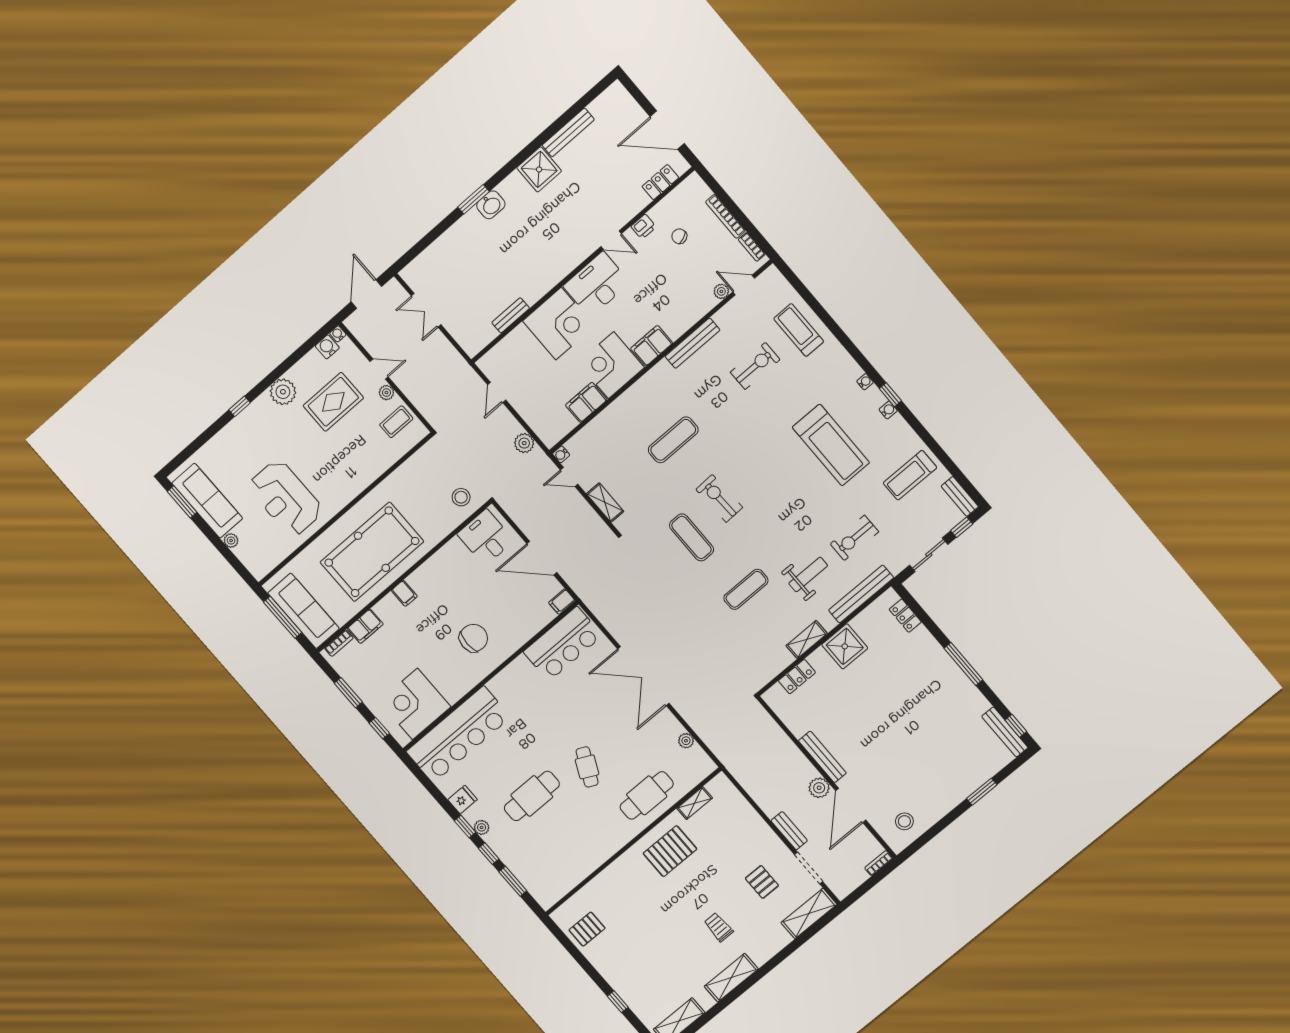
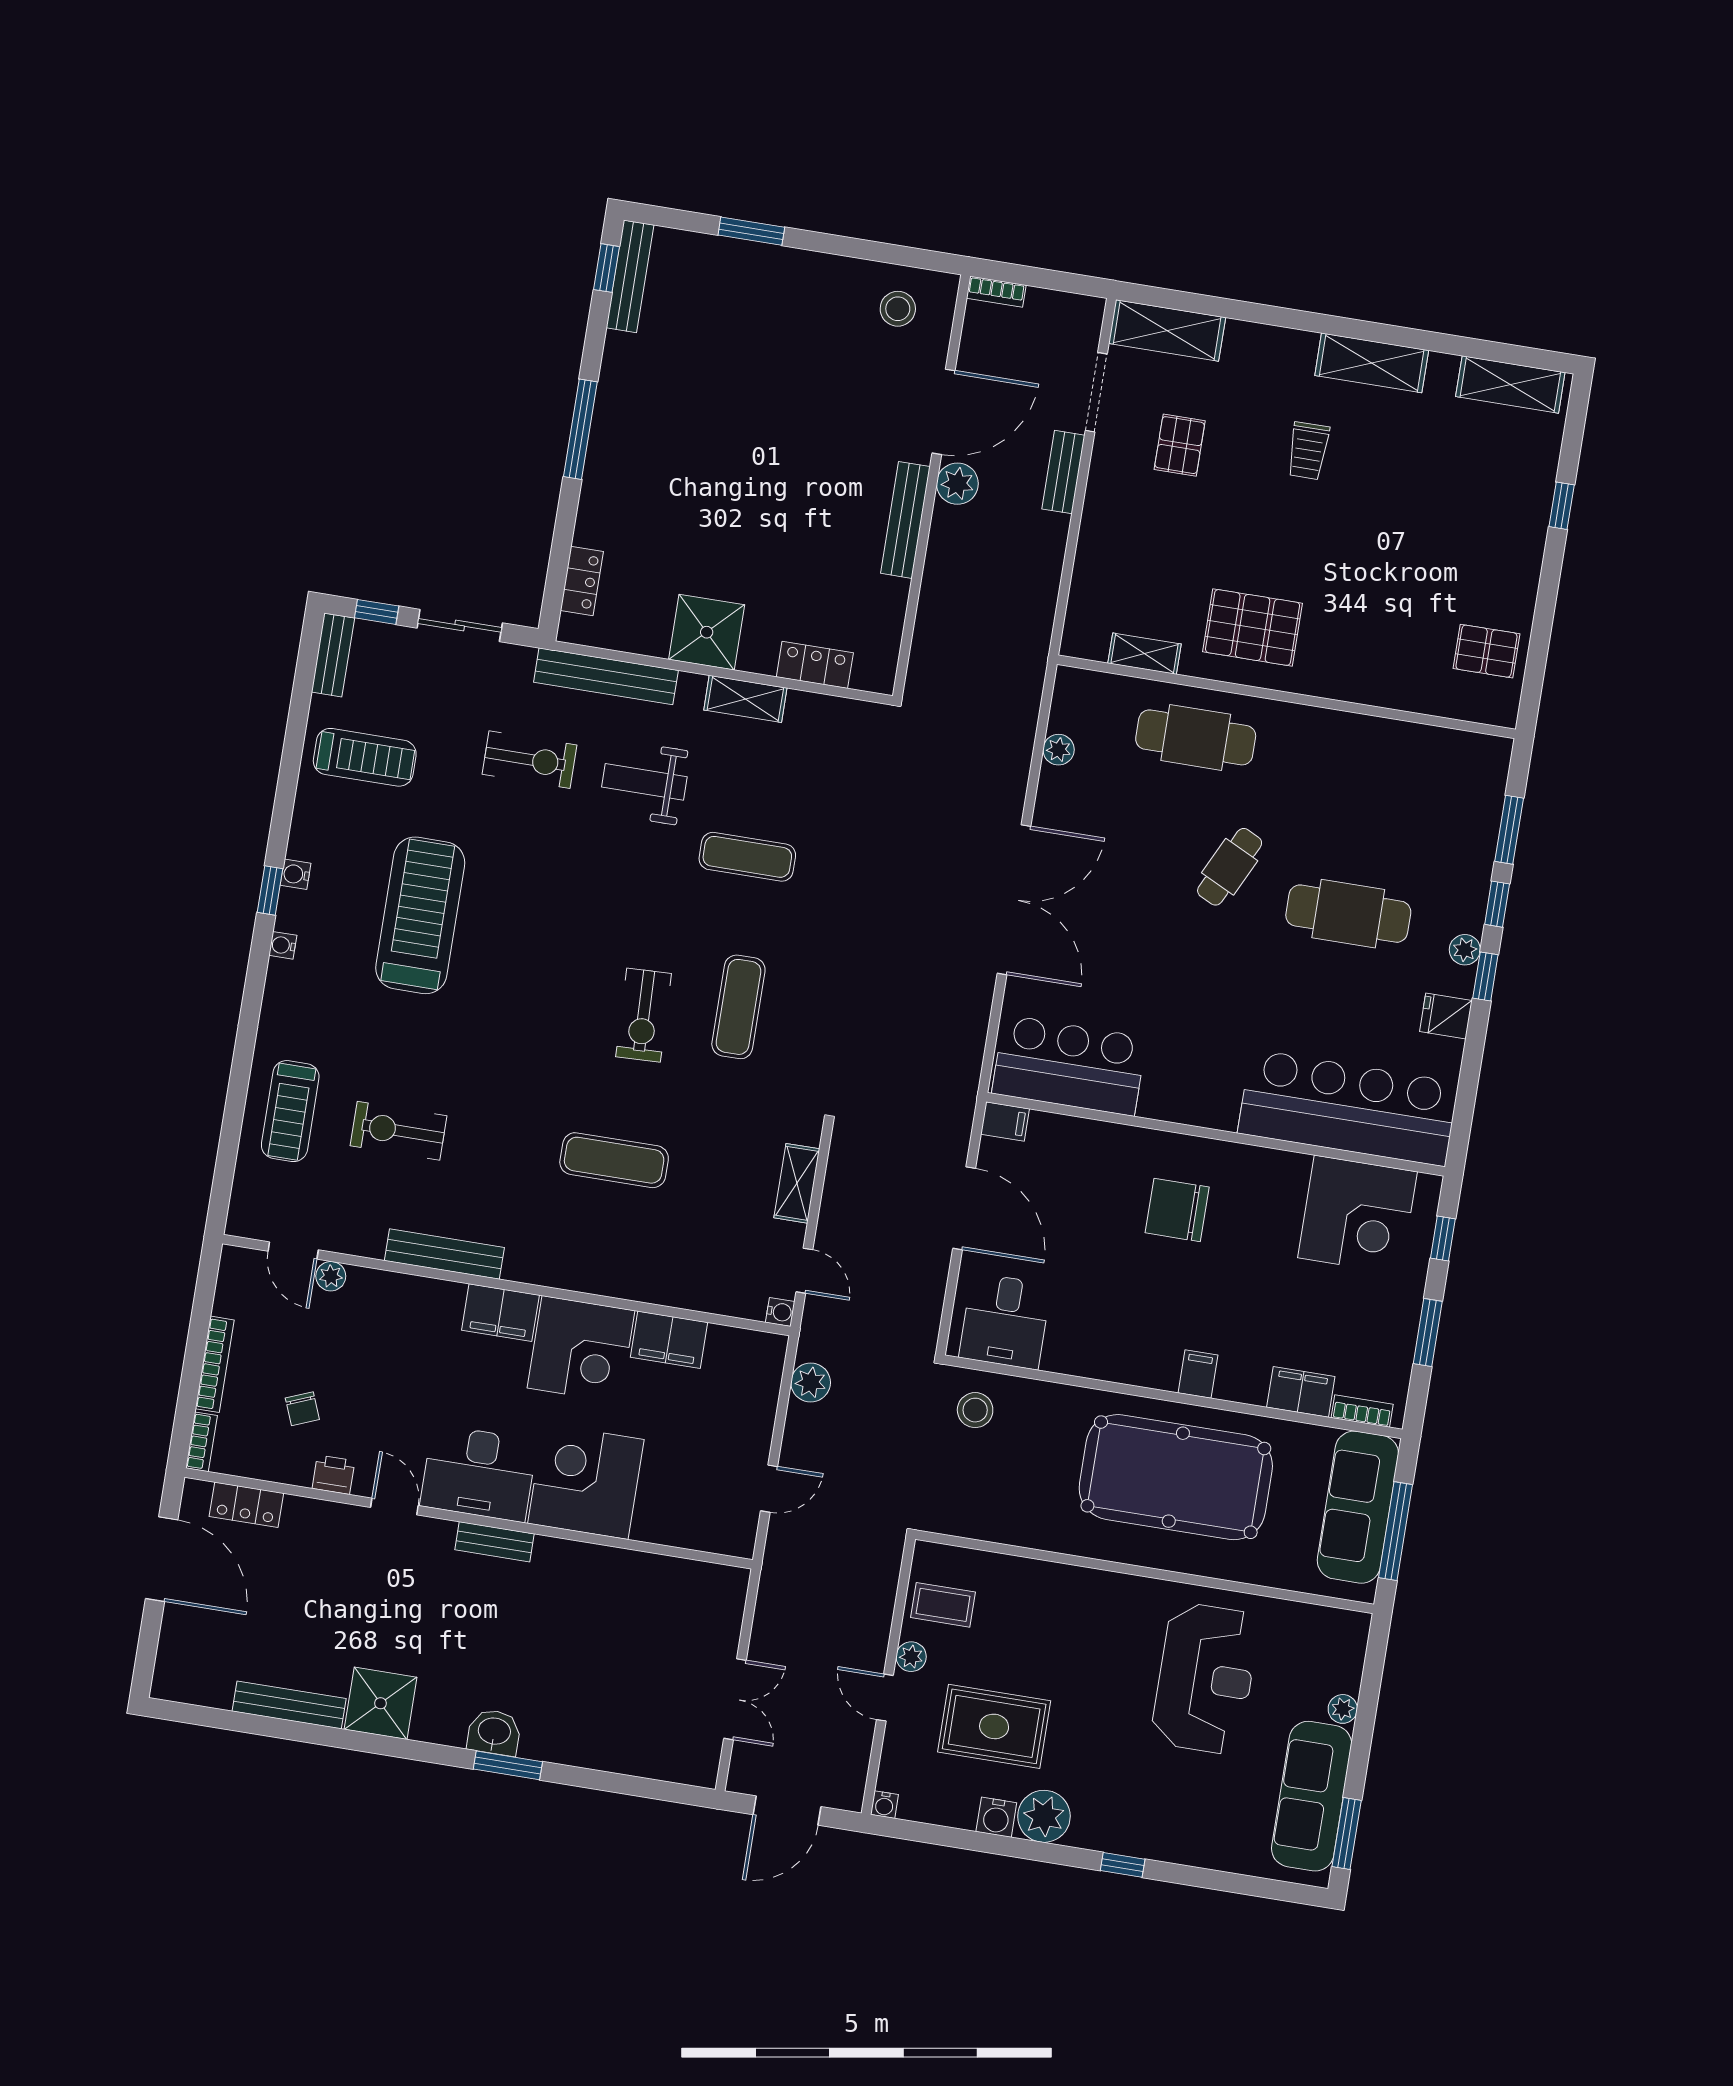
bookcase: (752, 247) -> (202, 1442), moved
bench: (511, 315) -> (495, 1542), moved
water cooler: (327, 347) -> (996, 1817), moved

